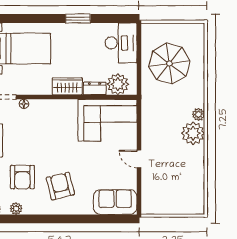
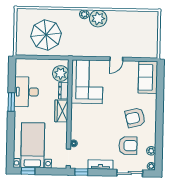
desk: (121, 43) -> (26, 92), moved, turned -90

